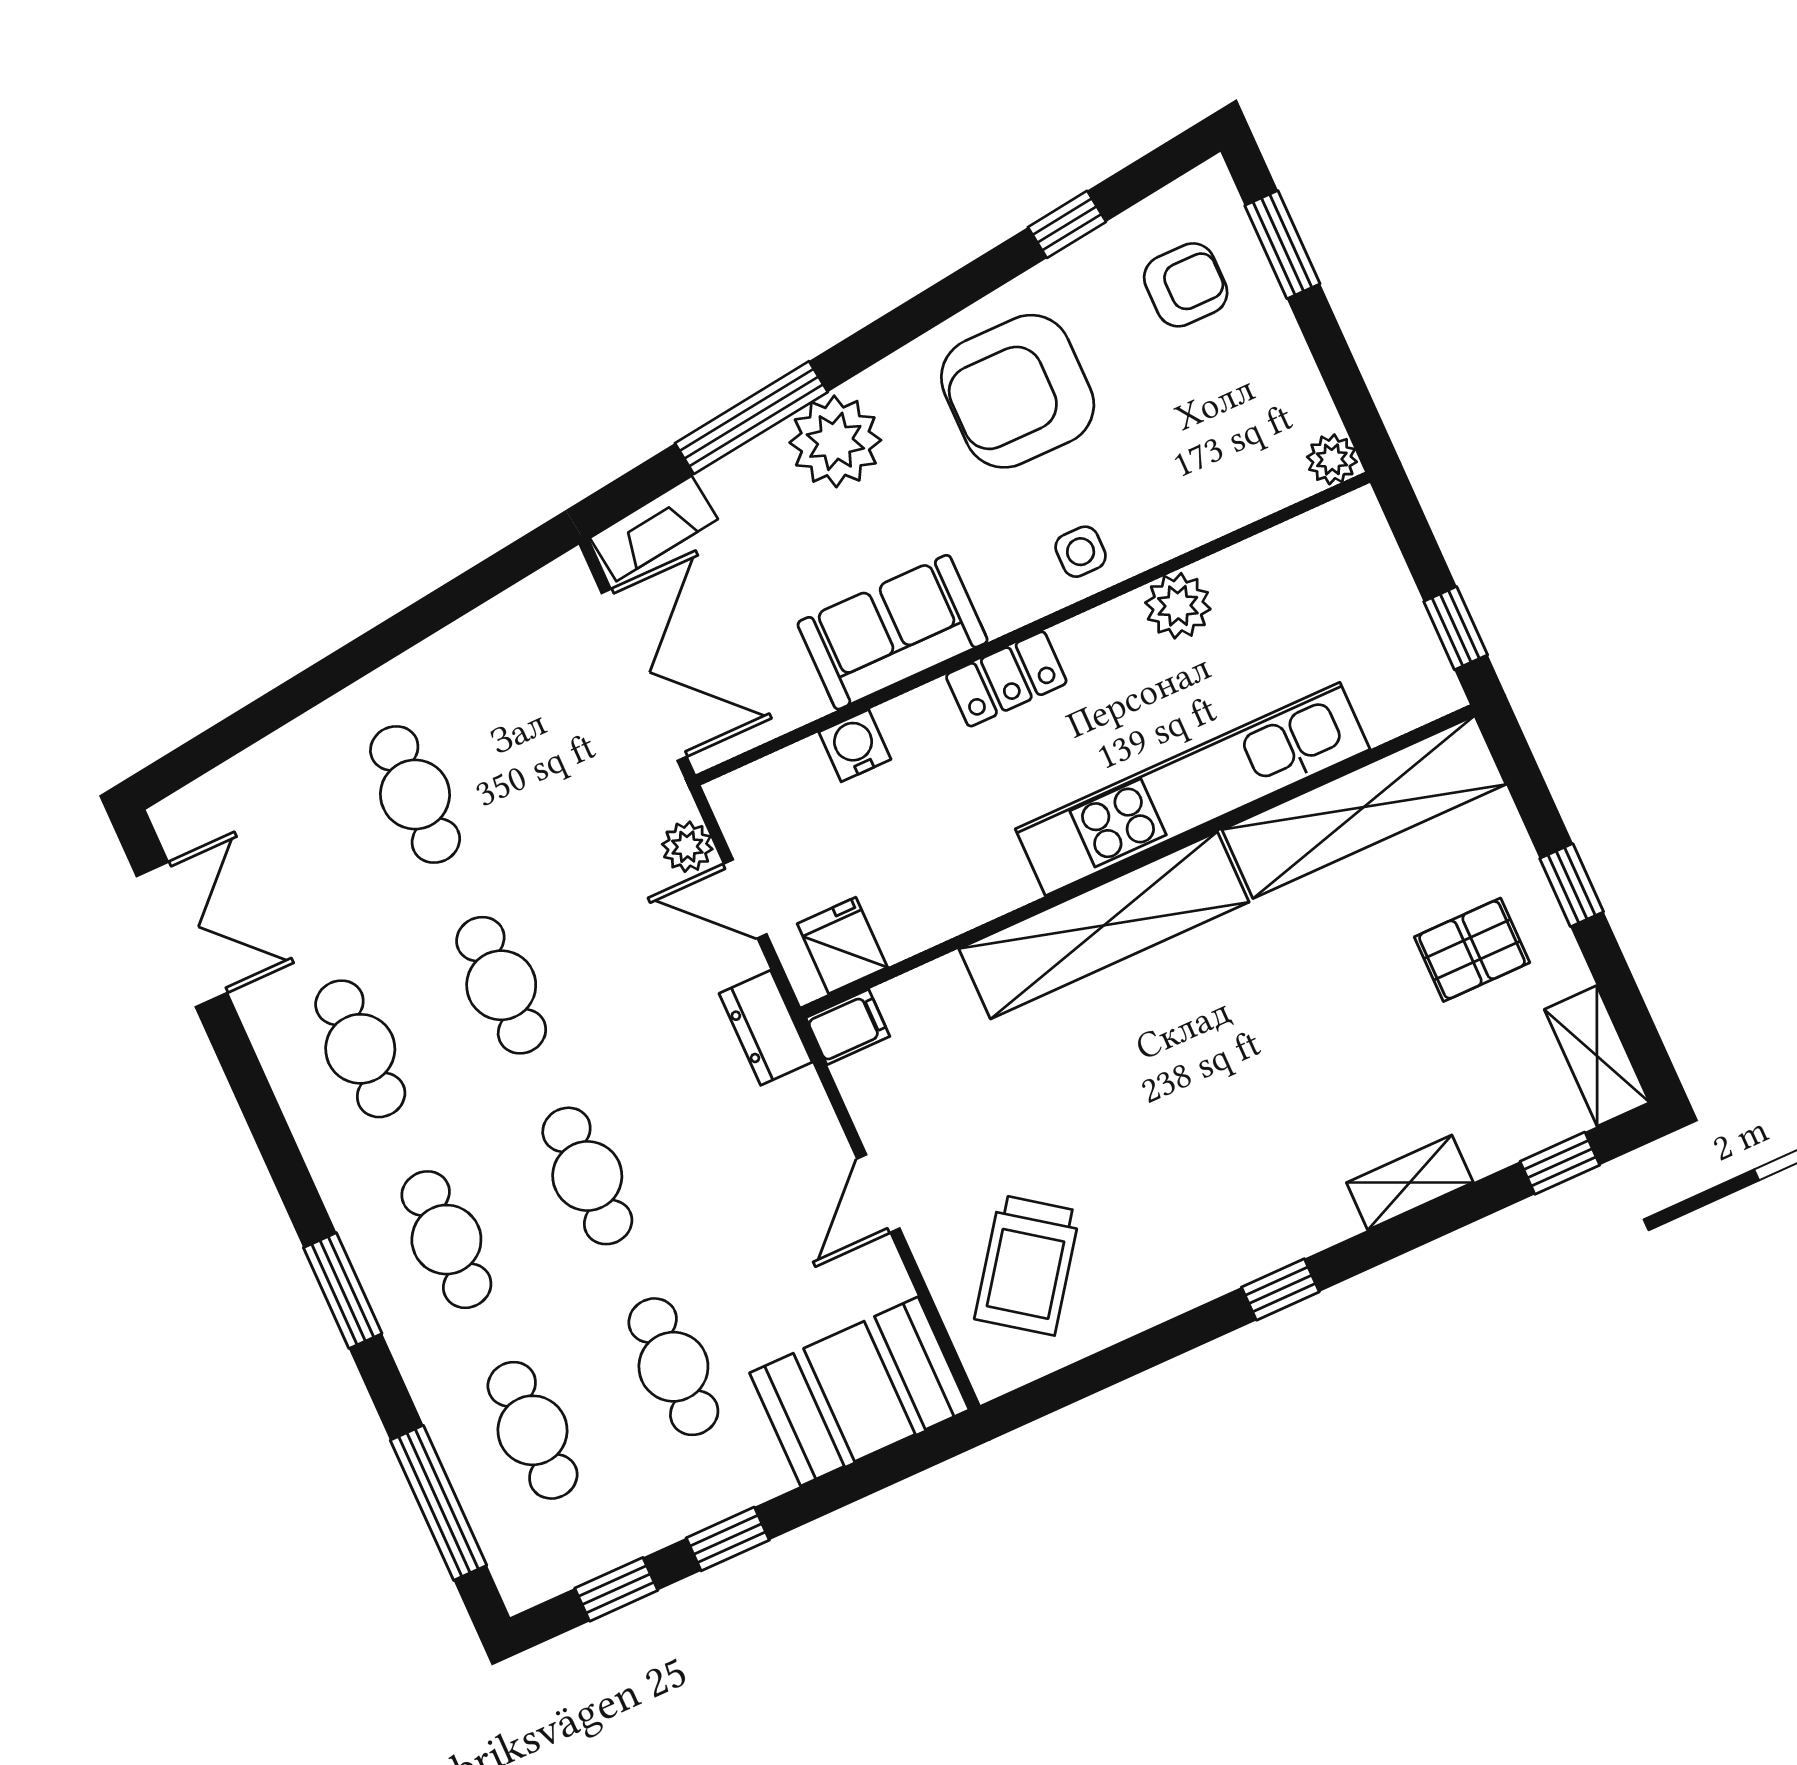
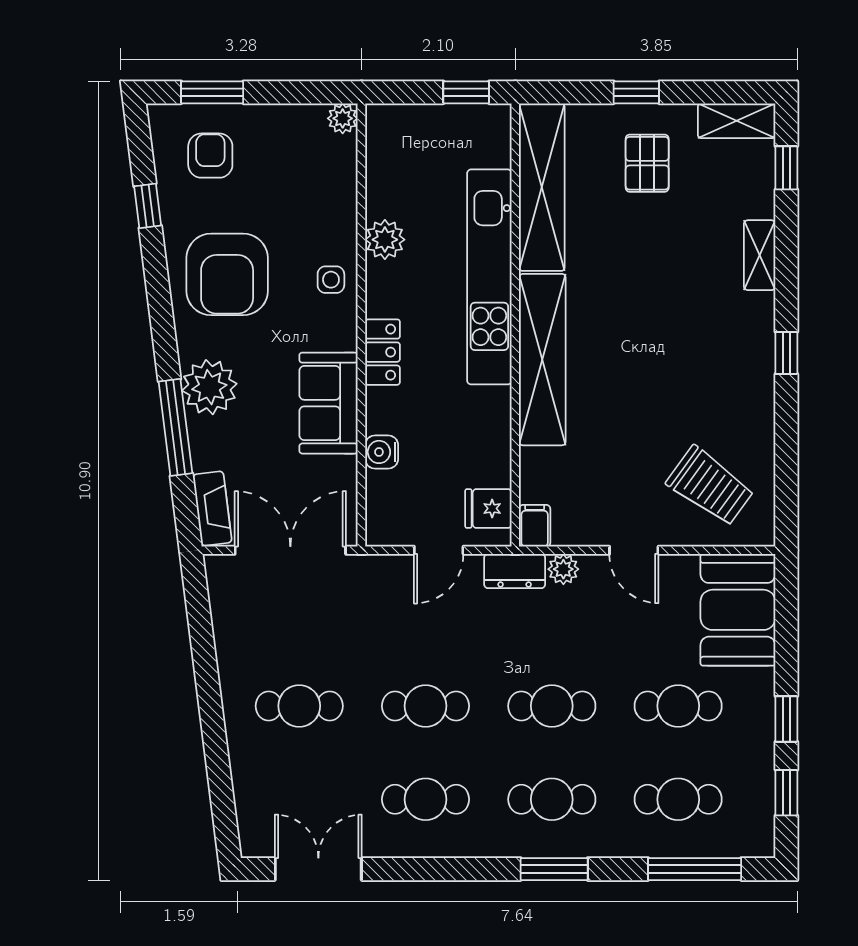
plant: (687, 847) -> (563, 569), moved

